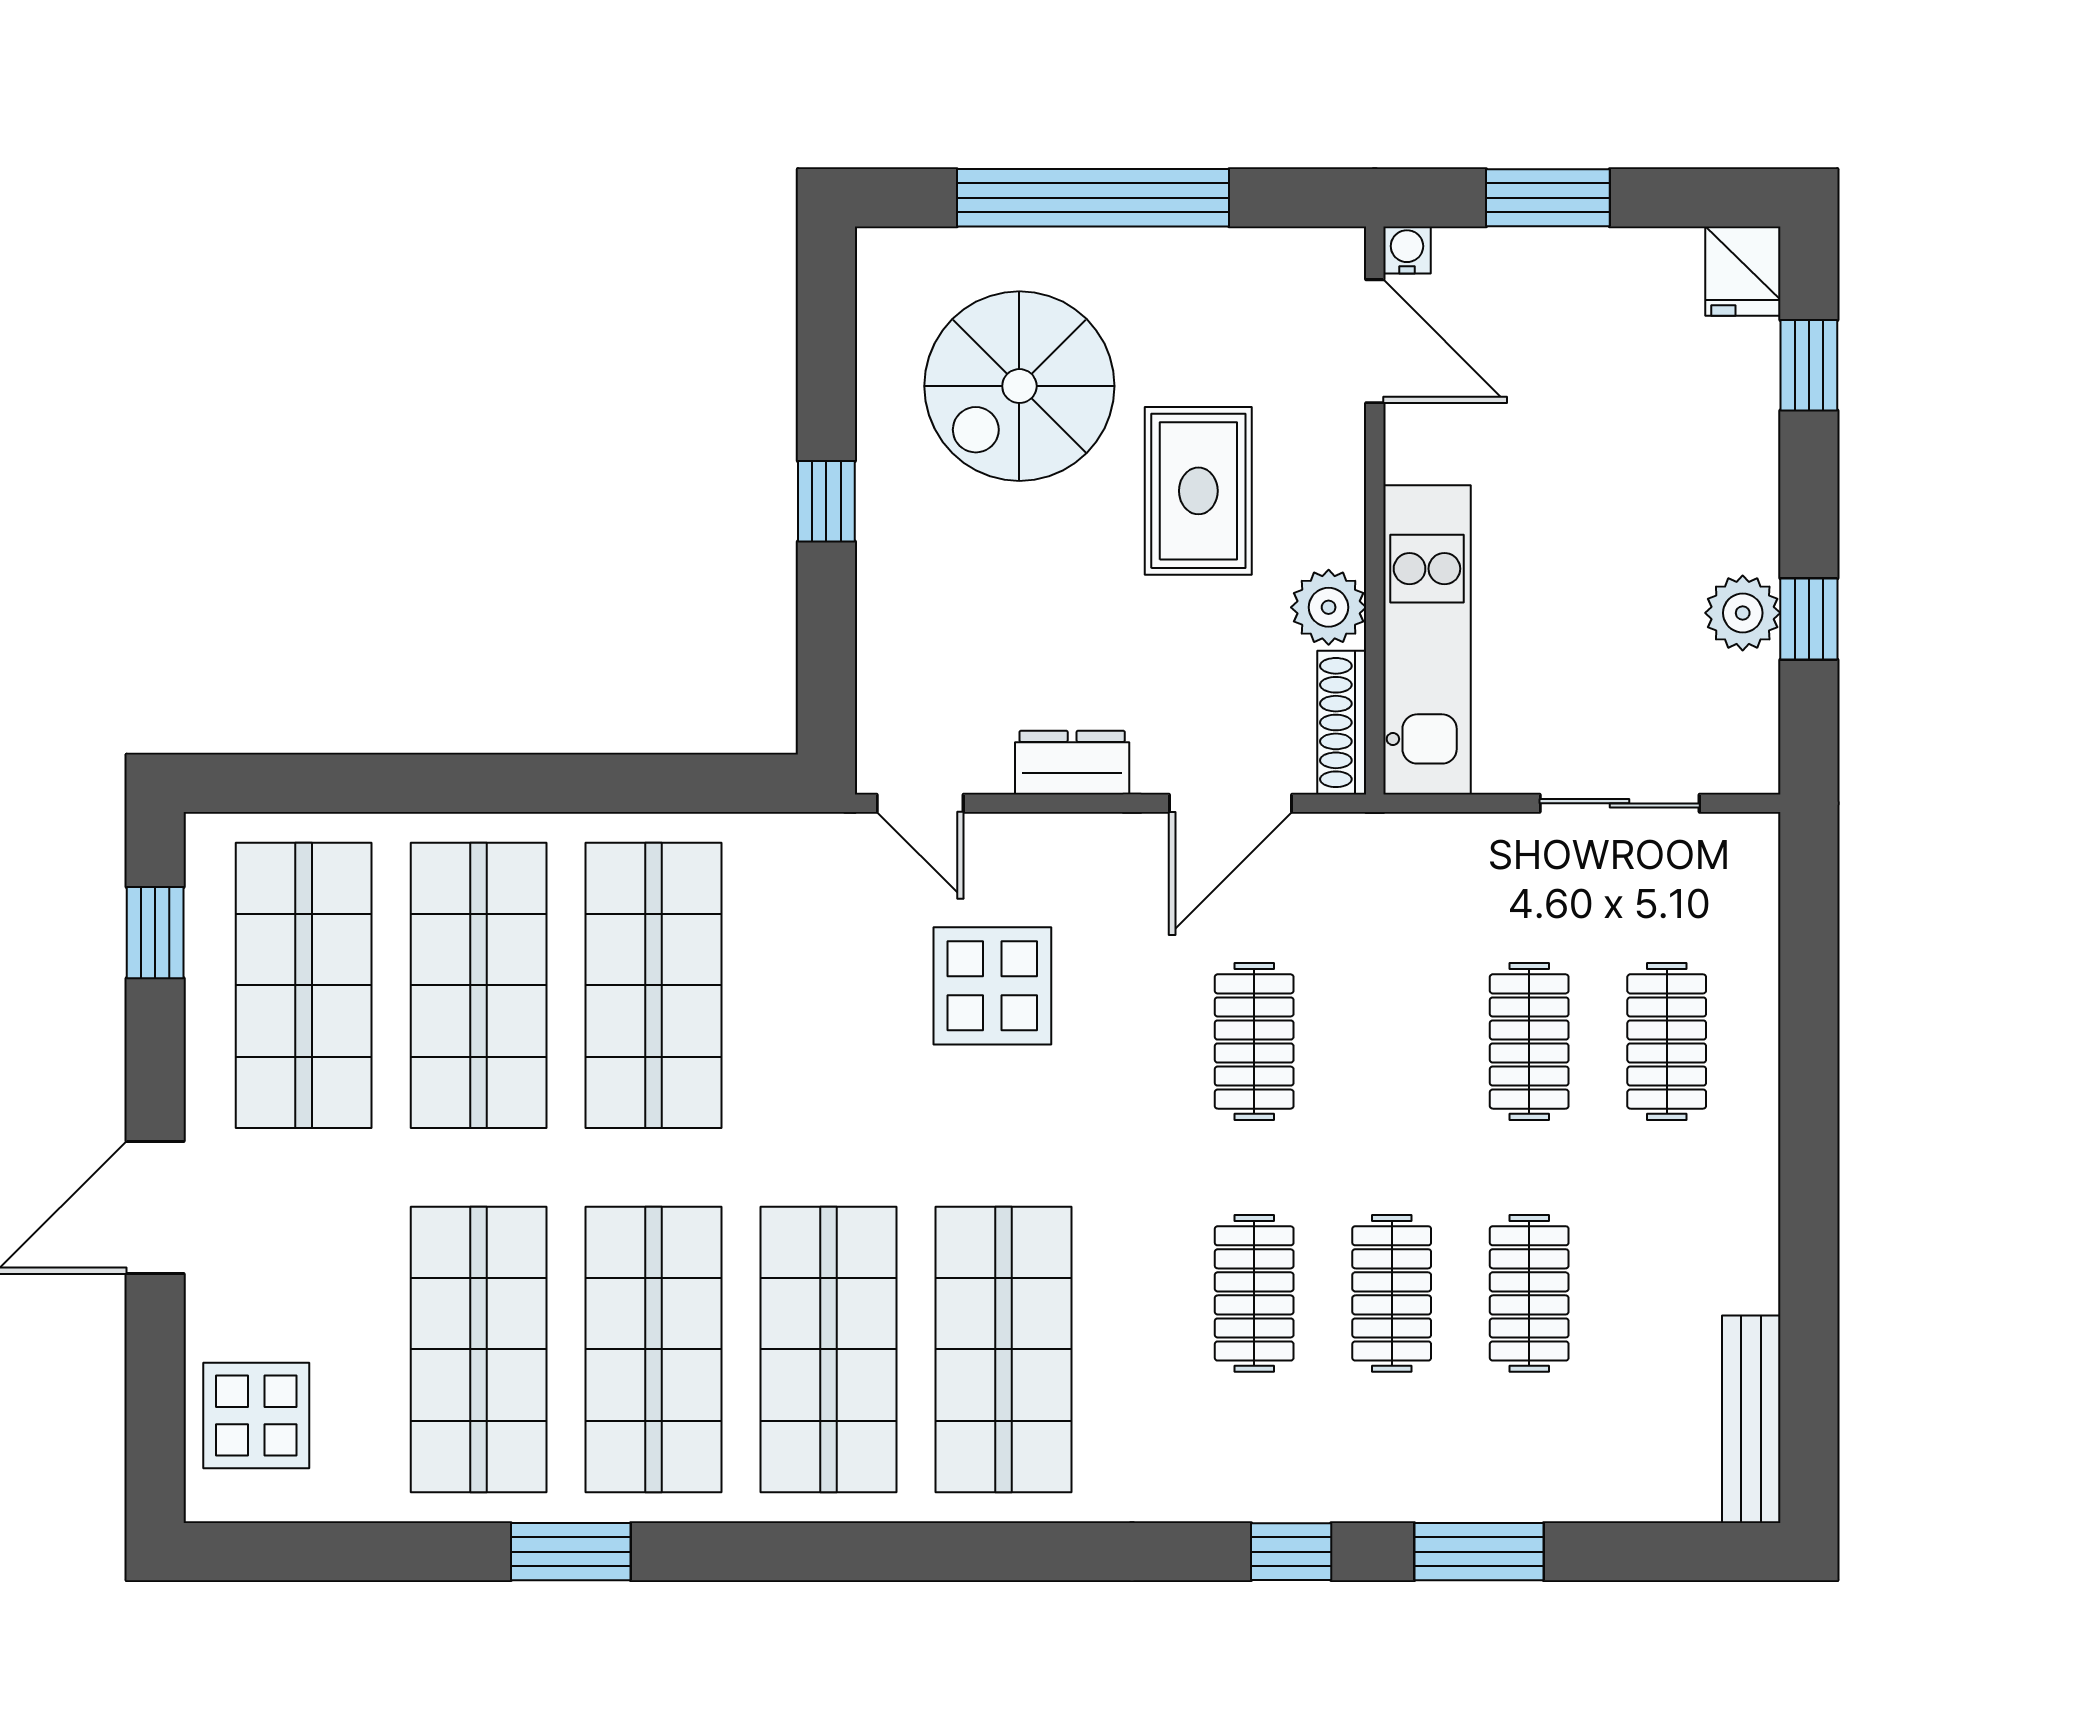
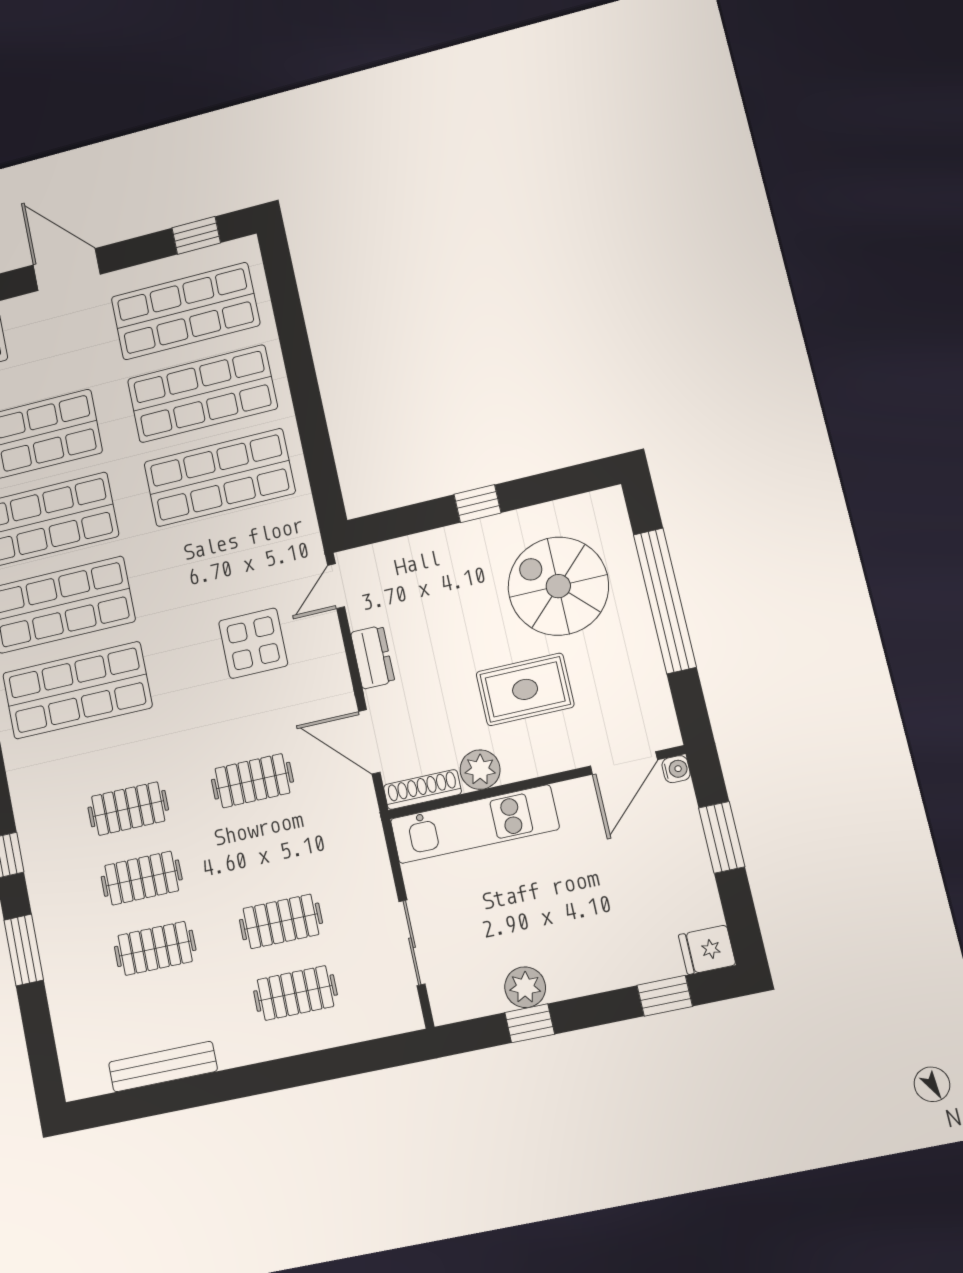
bench: (1751, 1419) -> (163, 1067), moved

